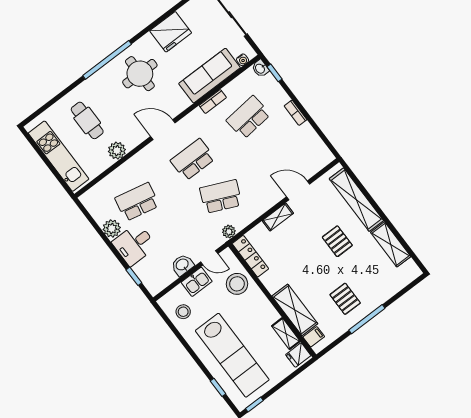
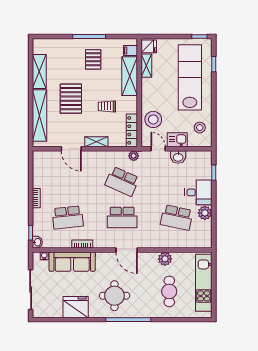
pallet: (337, 241) -> (71, 99), width x1.50, depth x1.42
trolley: (294, 261) -> (107, 106), added

